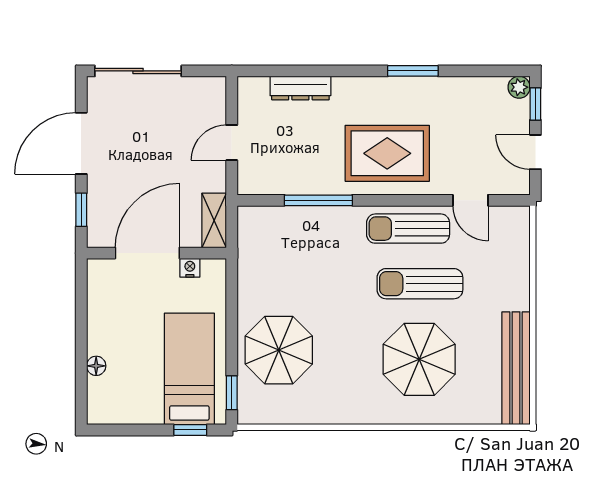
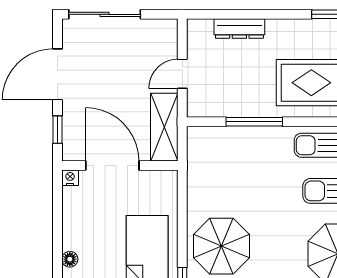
shelving: (214, 220) -> (164, 127), width x1.50, depth x1.33
door: (147, 253) -> (112, 166), hinge flipped
nightstand: (190, 268) -> (70, 178), moved

